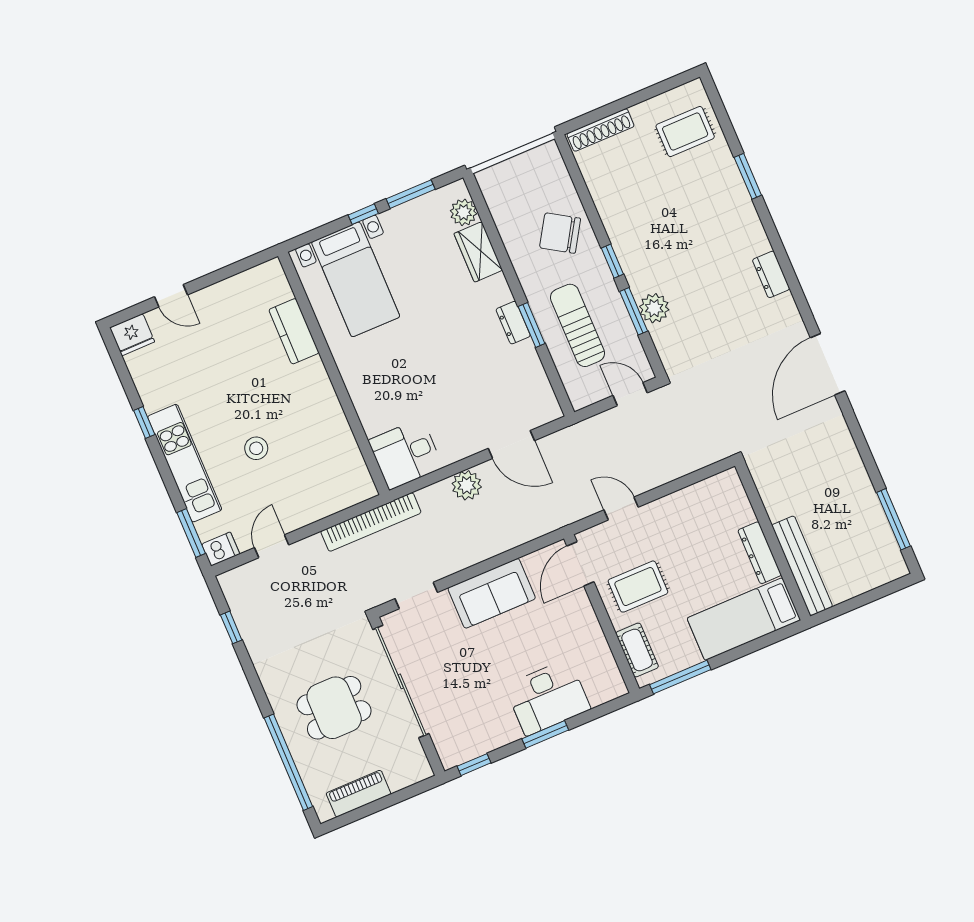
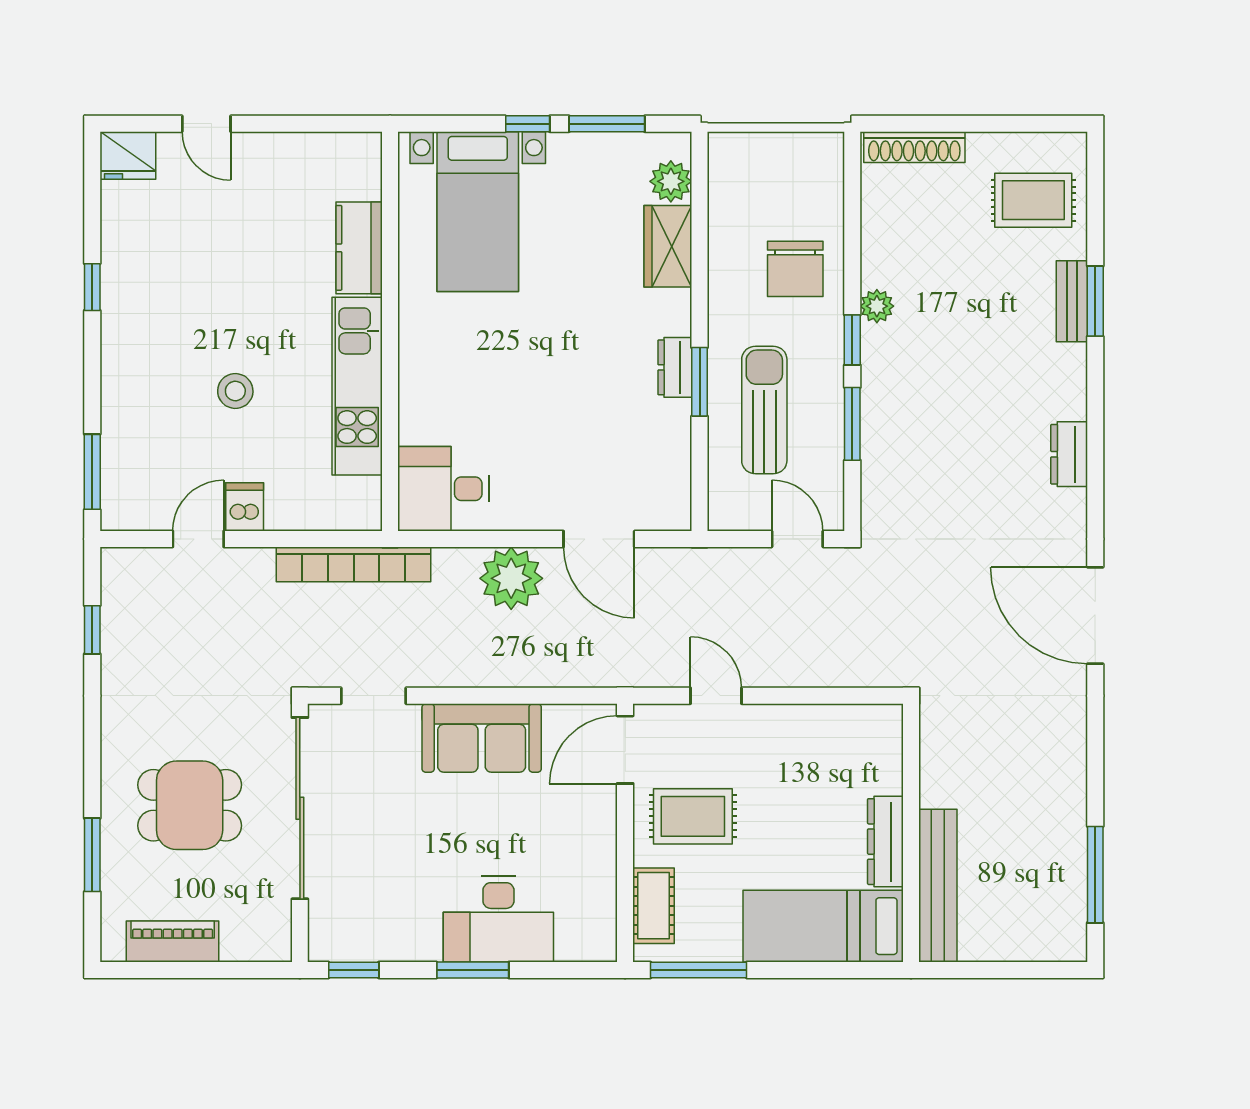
bench: (734, 182) -> (1072, 301), added
chair: (560, 233) -> (795, 269), turned -122
plant: (654, 308) -> (877, 306), moved, width x0.73, depth x0.73
door: (828, 364) -> (1095, 616), hinge flipped
kitchen unit: (185, 463) -> (357, 386), moved, turned 180
plant: (467, 485) -> (511, 578), width x1.36, depth x1.36
dishwasher: (221, 549) -> (245, 507), moved, turned -90
window: (288, 762) -> (92, 855), width x0.47

